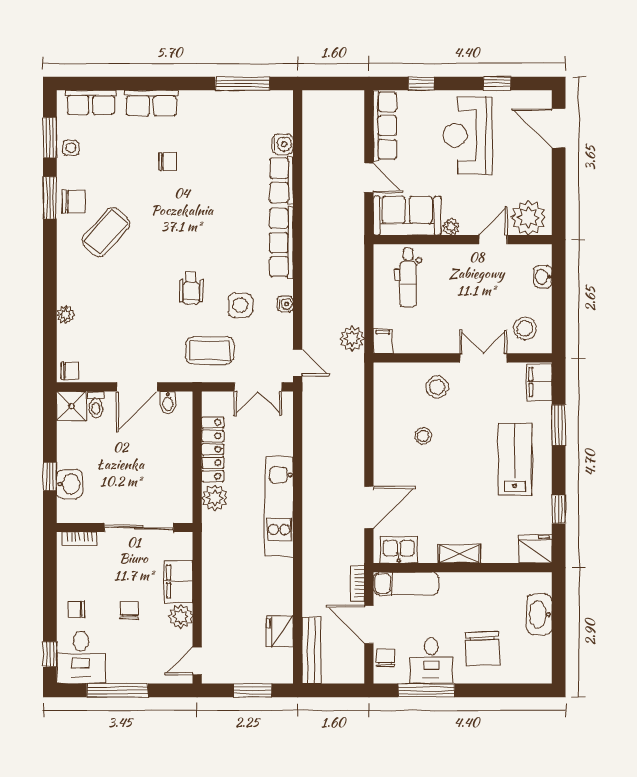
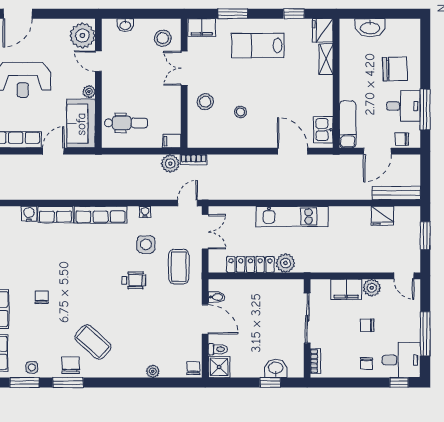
shelving: (459, 554) -> (326, 59), moved
bookcase: (357, 584) -> (194, 160), moved

